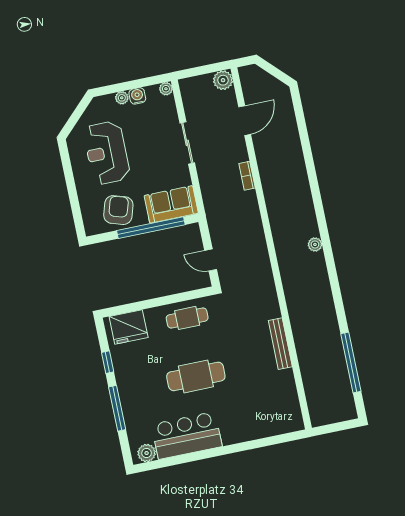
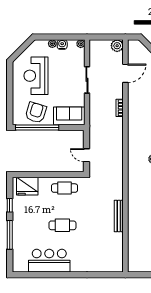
window: (151, 228) -> (37, 128), moved
cafe table: (196, 376) -> (62, 225), width x0.73, depth x0.74
plant: (147, 453) -> (22, 266), removed

